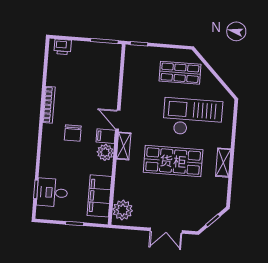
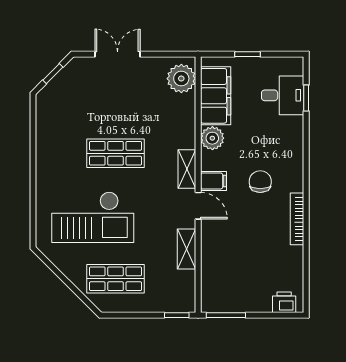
plant: (105, 152) -> (212, 138), moved
shop shelf: (173, 161) -> (116, 153), width x0.70, depth x0.74
shelving: (223, 163) -> (187, 249), moved

